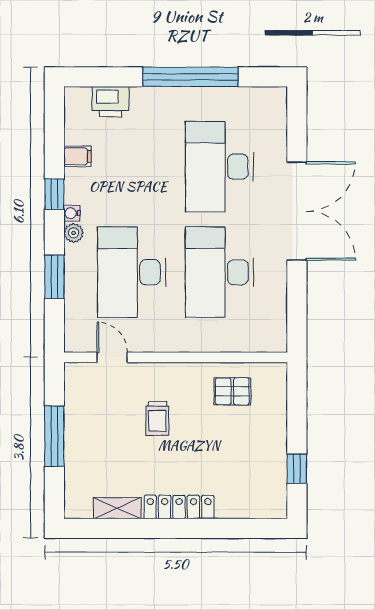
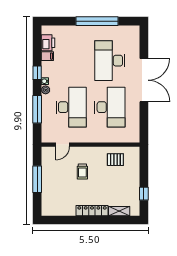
printer: (111, 101) -> (48, 43), moved, turned -90
desk: (132, 272) -> (71, 107), turned 180
desk: (219, 272) -> (110, 107), turned 180
window: (54, 277) -> (37, 109), width x1.44
door: (112, 357) -> (63, 145), swing flipped
shelving: (117, 508) -> (119, 211), moved

